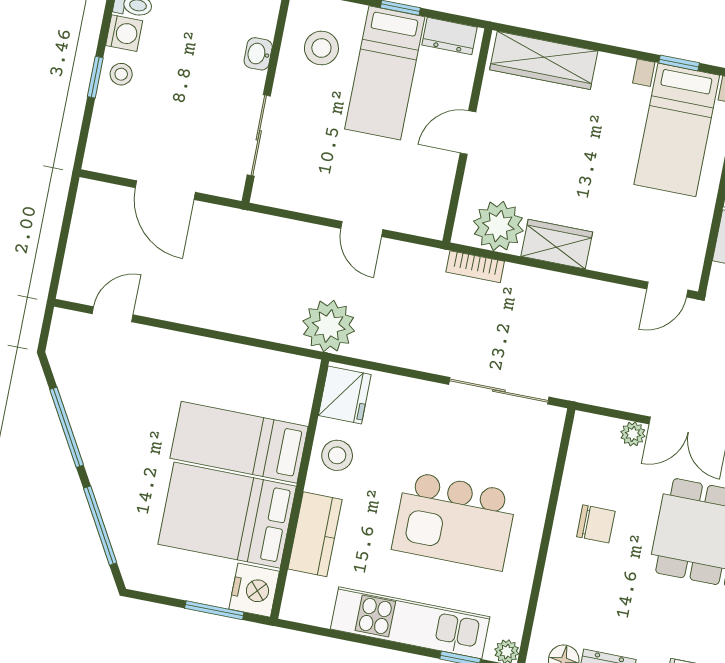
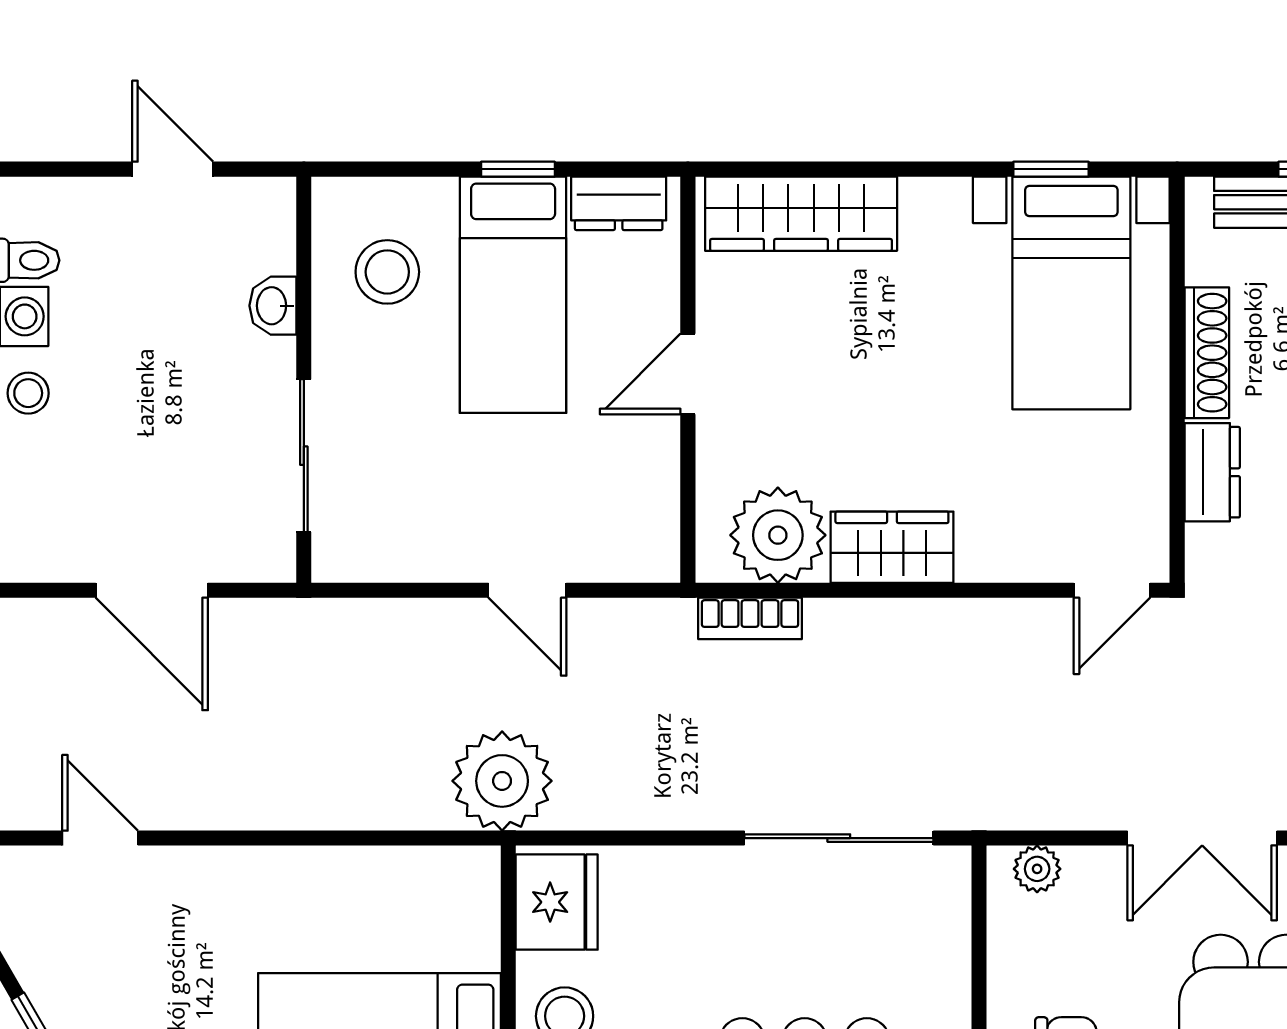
door: (113, 314) -> (100, 838), hinge flipped
plant: (633, 434) -> (1037, 869), moved

